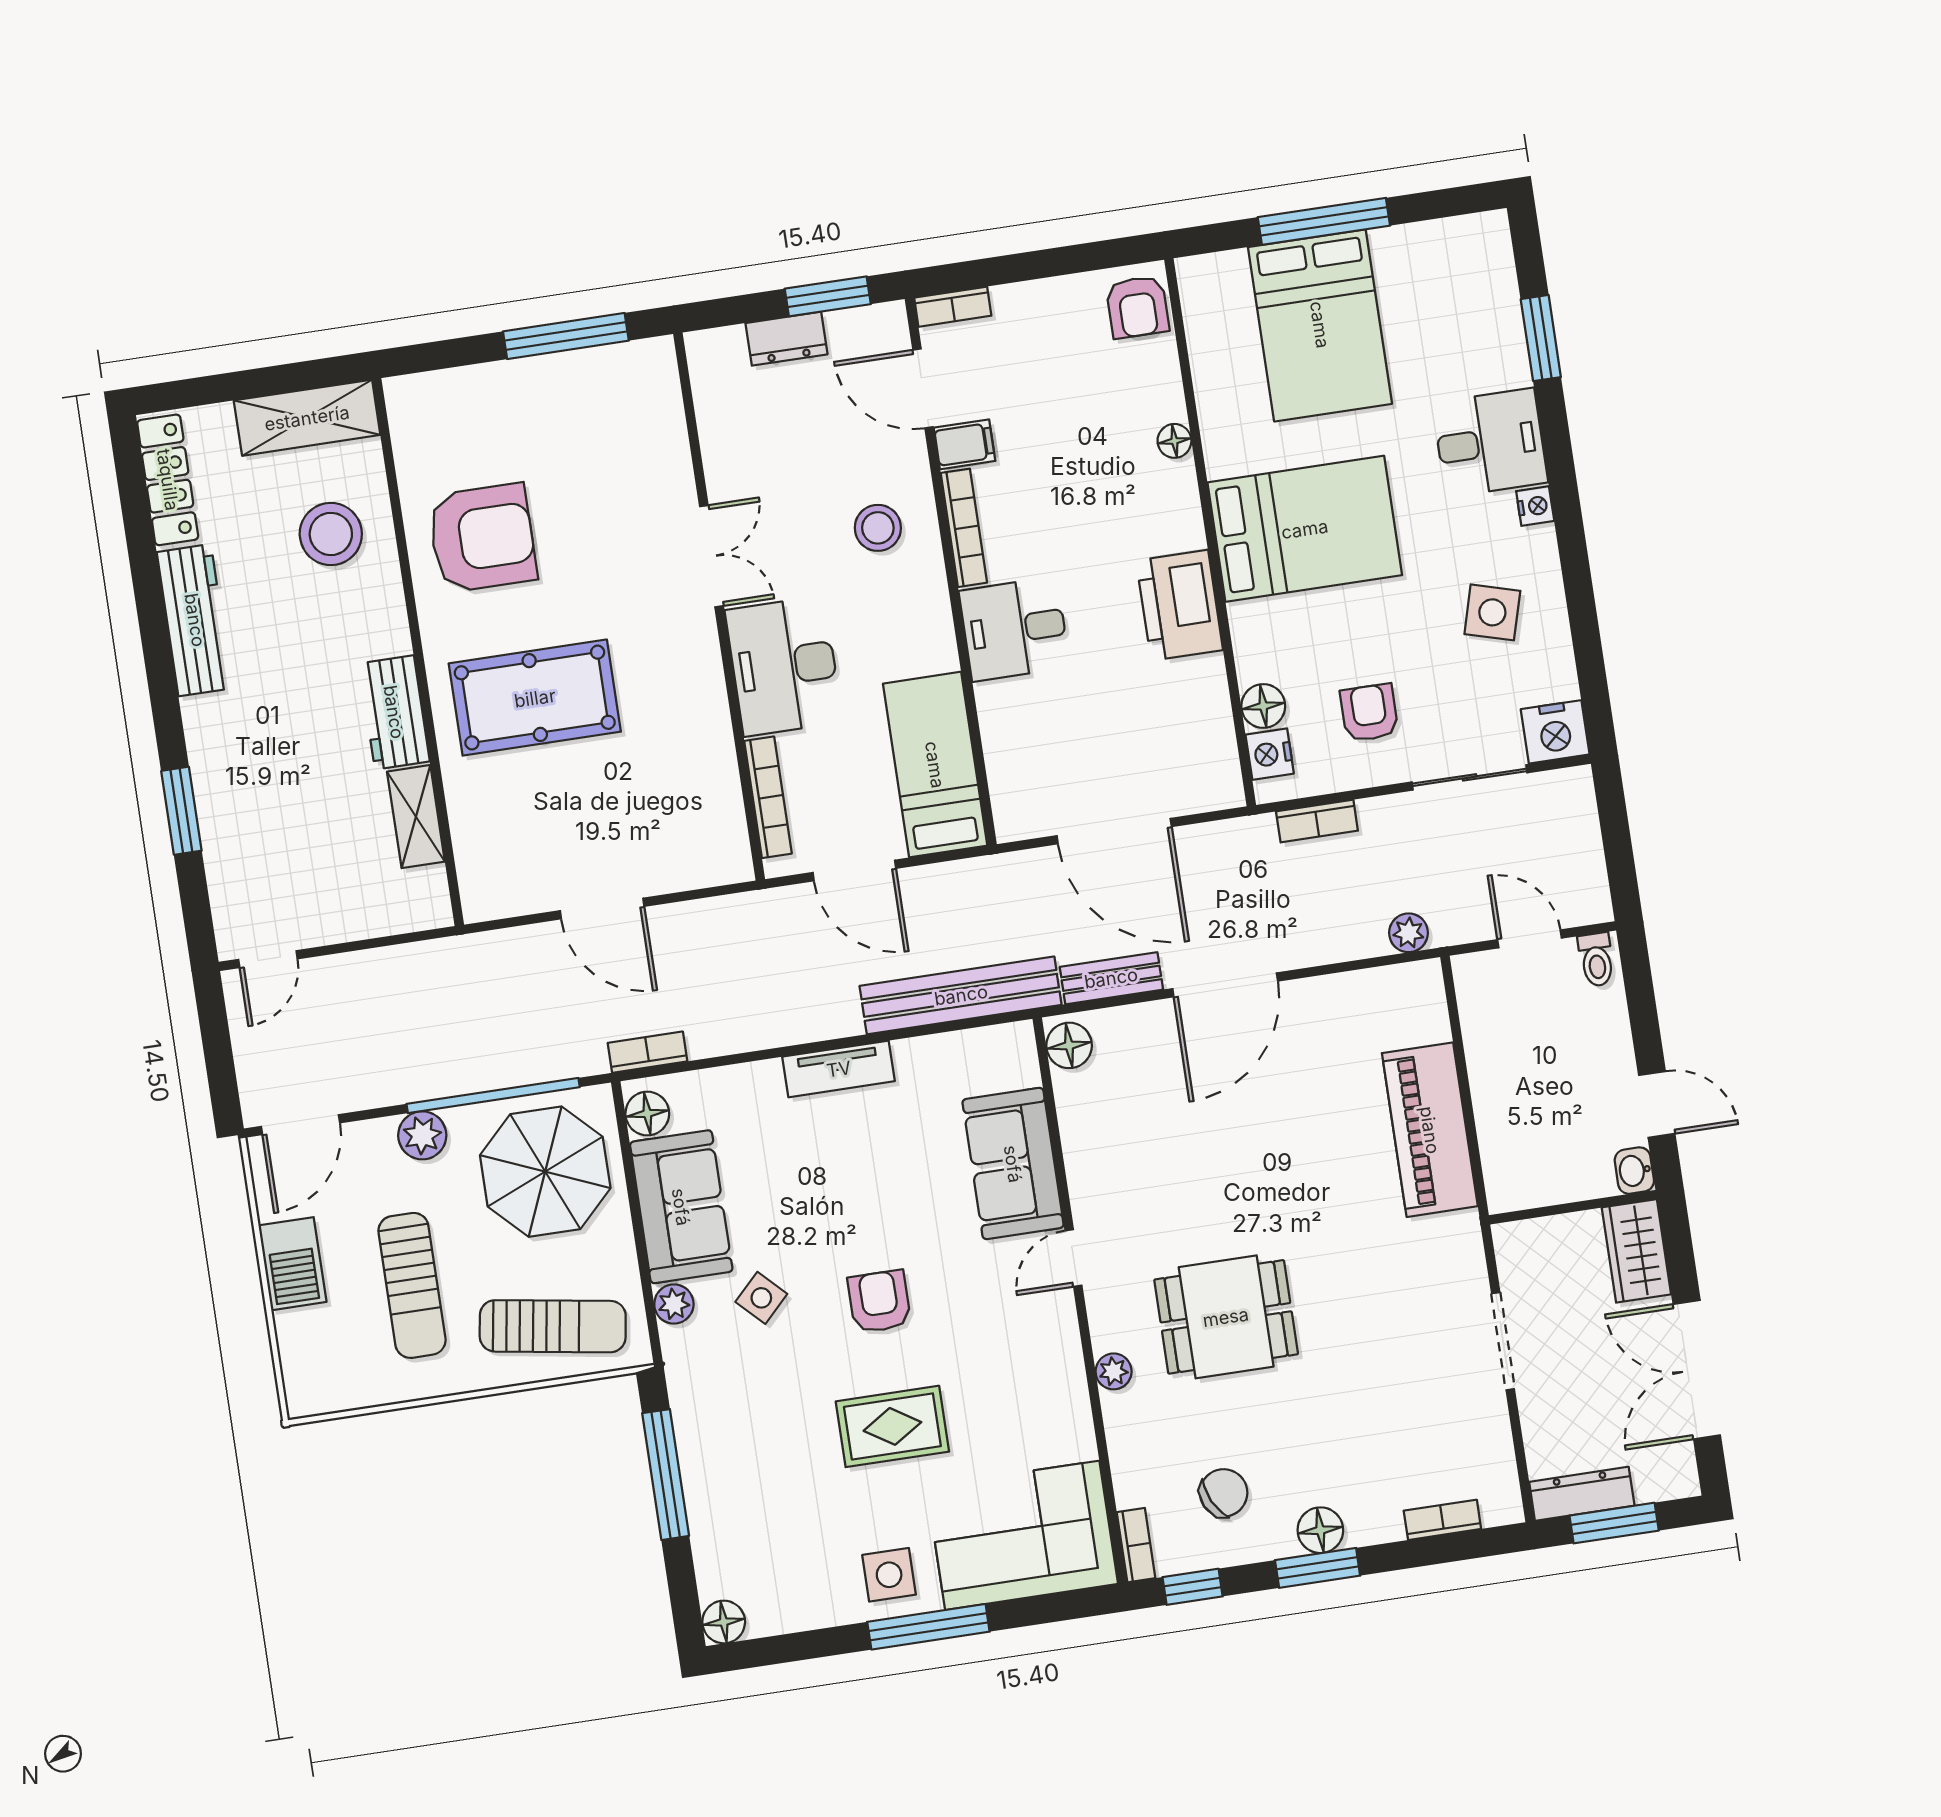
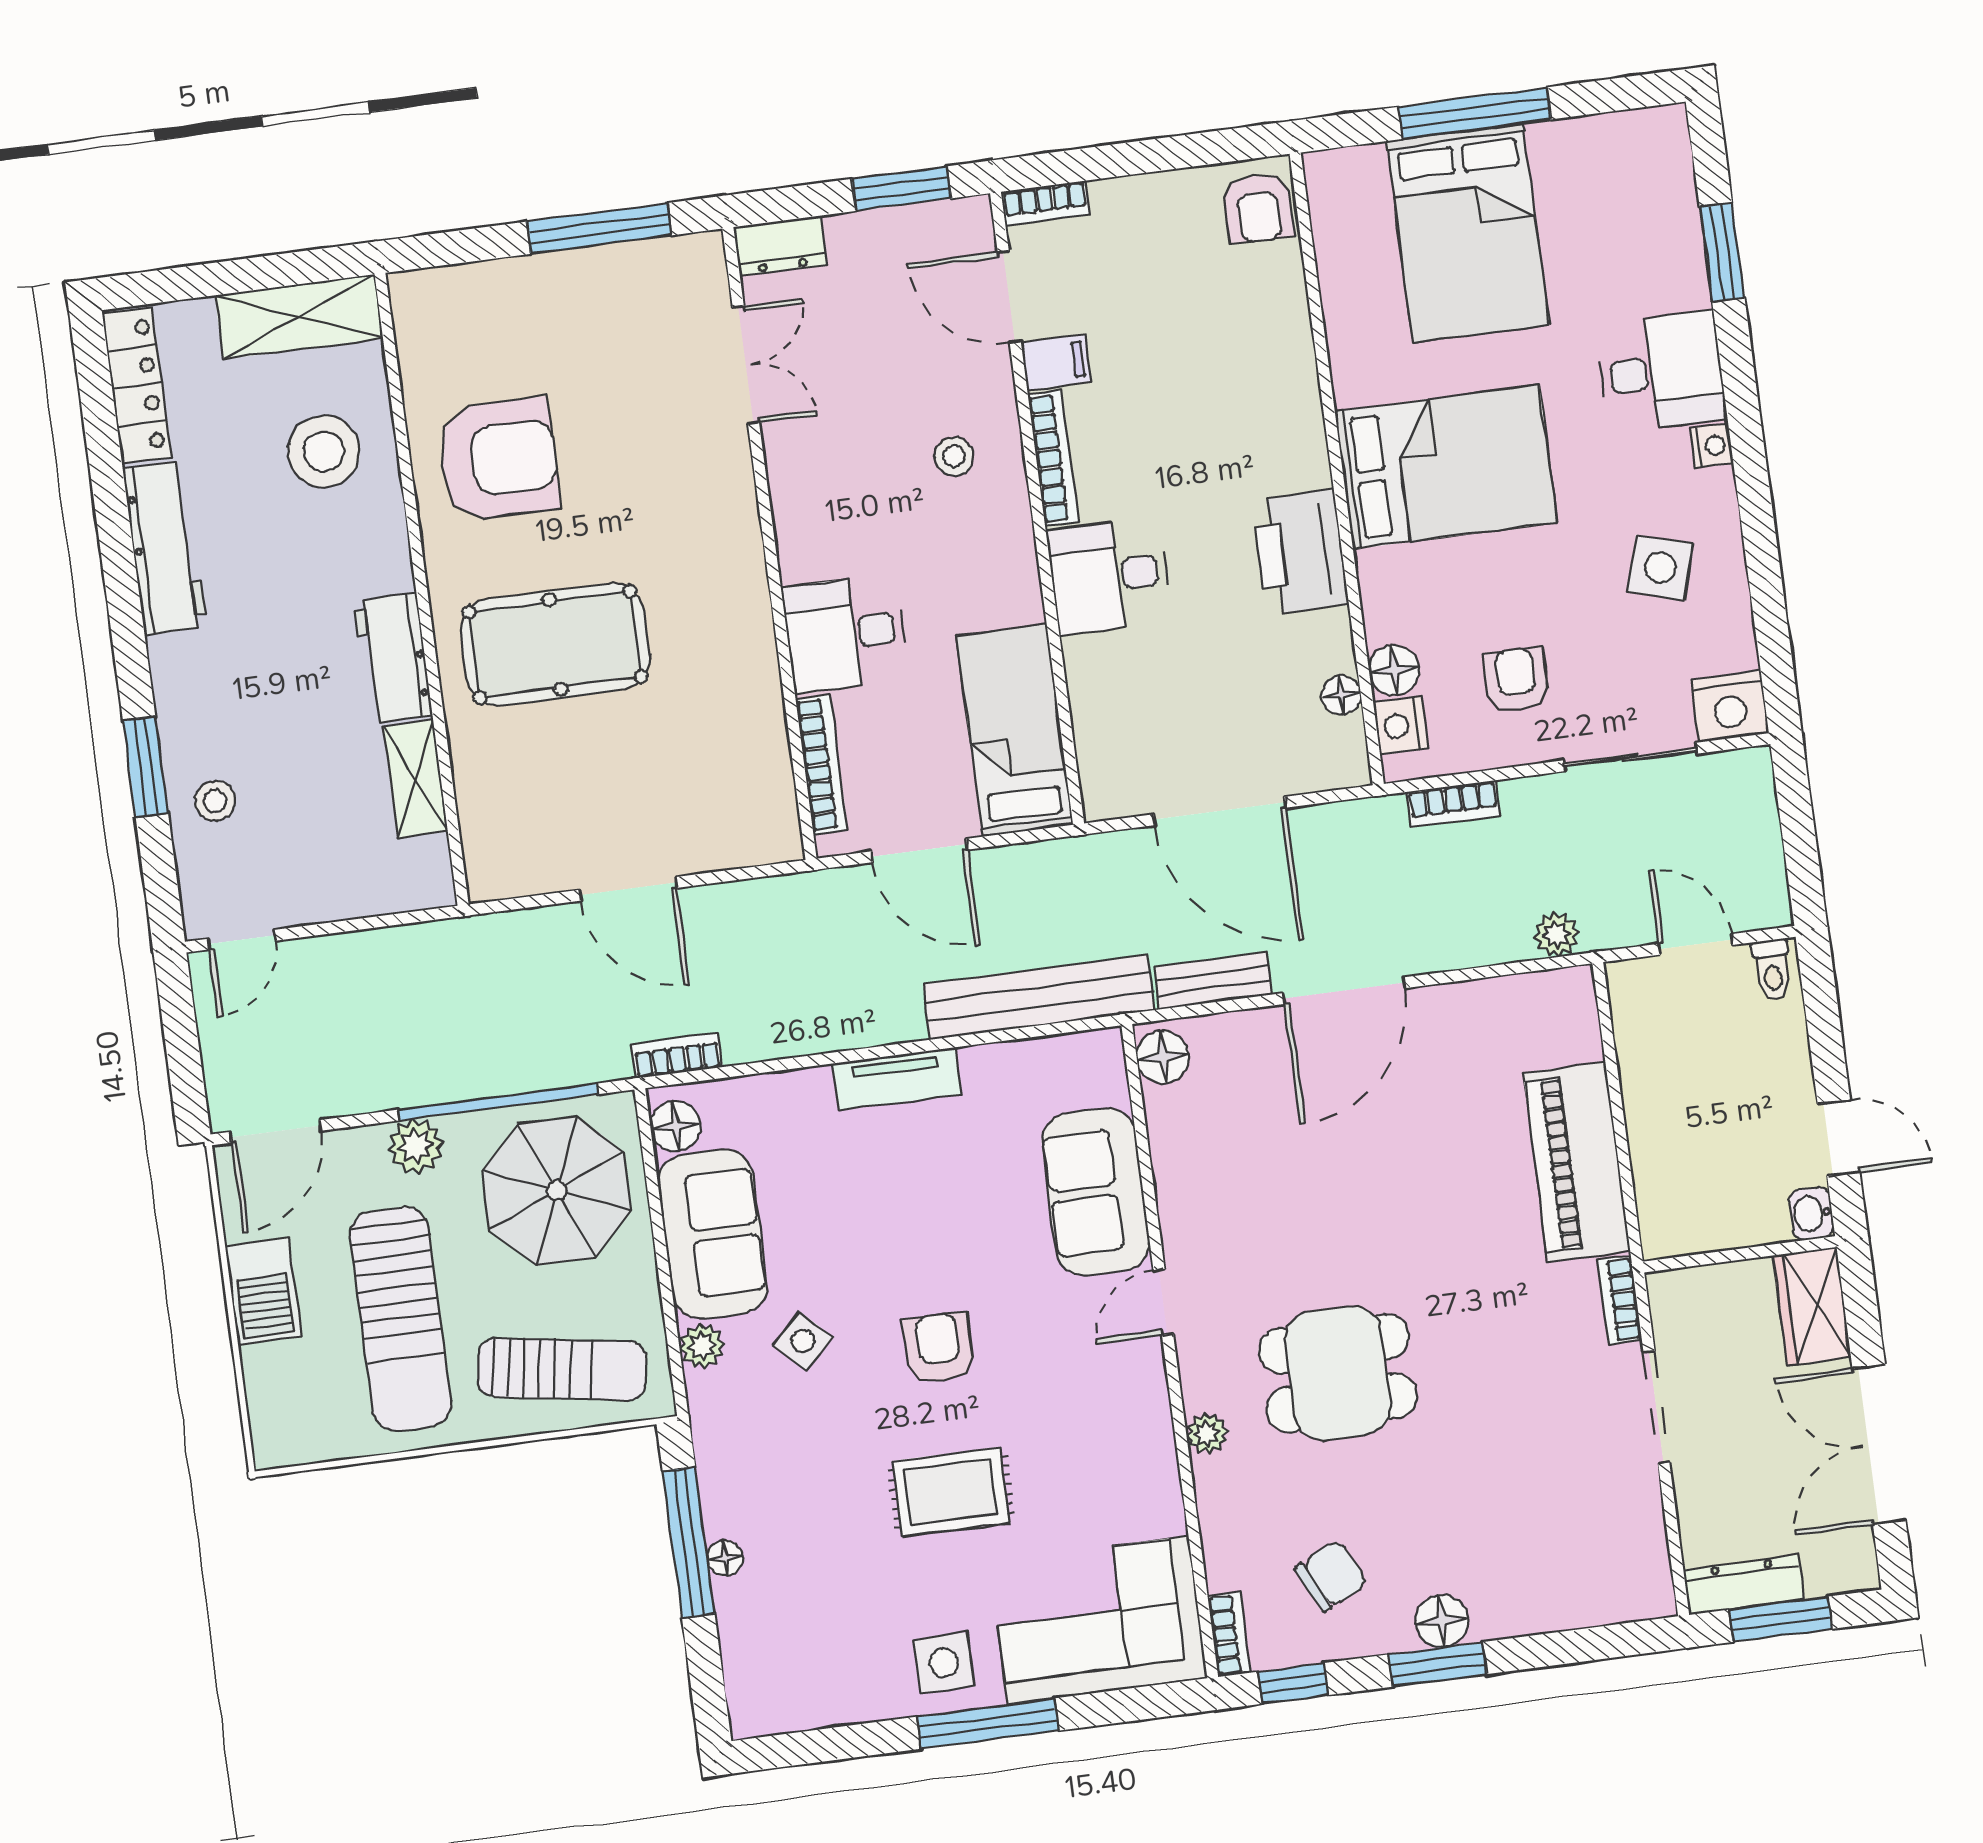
dresser: (786, 339) -> (780, 246), moved
floor lamp: (1174, 441) -> (1341, 695), moved
stool: (878, 528) -> (954, 456), width x0.73, depth x0.73
double door: (712, 556) -> (746, 365), moved
desk: (784, 666) -> (845, 634), width x0.73
stool: (242, 839) -> (215, 801), added
sun lounger: (412, 1285) -> (401, 1319), width x1.36, depth x1.34
bookcase: (1442, 1520) -> (1620, 1300), moved, turned -90
floor lamp: (724, 1622) -> (725, 1558), moved, width x0.73, depth x0.73

